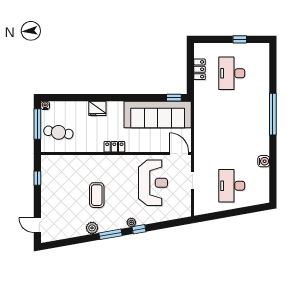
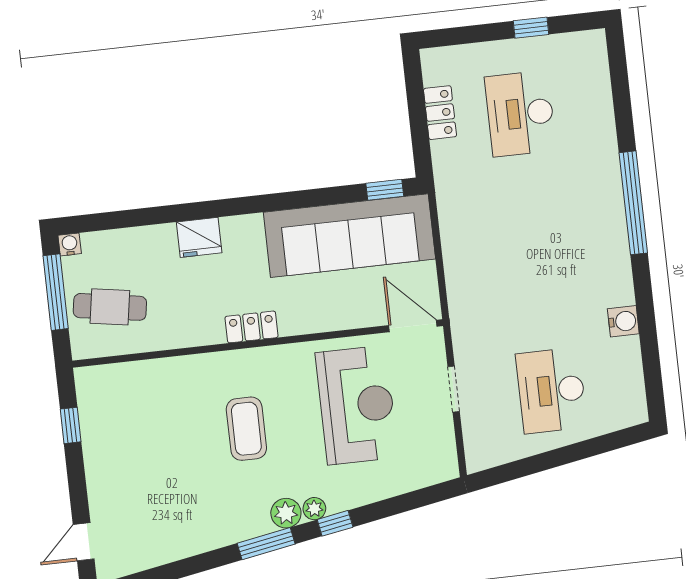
coffee table: (97, 195) -> (246, 429), moved
door: (37, 225) -> (84, 542), hinge flipped
plant: (92, 228) -> (286, 513), moved

